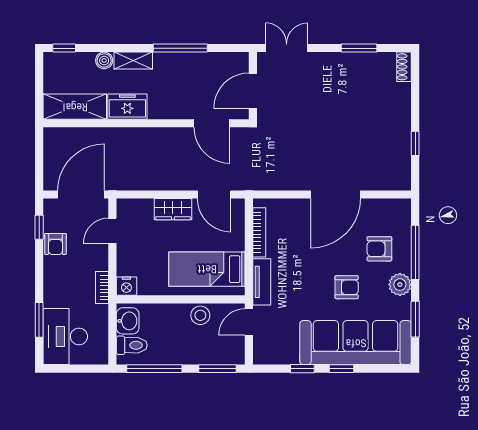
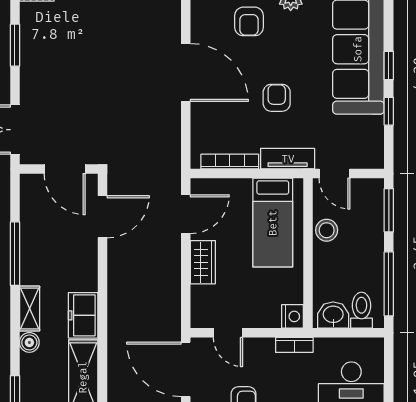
armchair: (347, 287) -> (277, 98), moved

